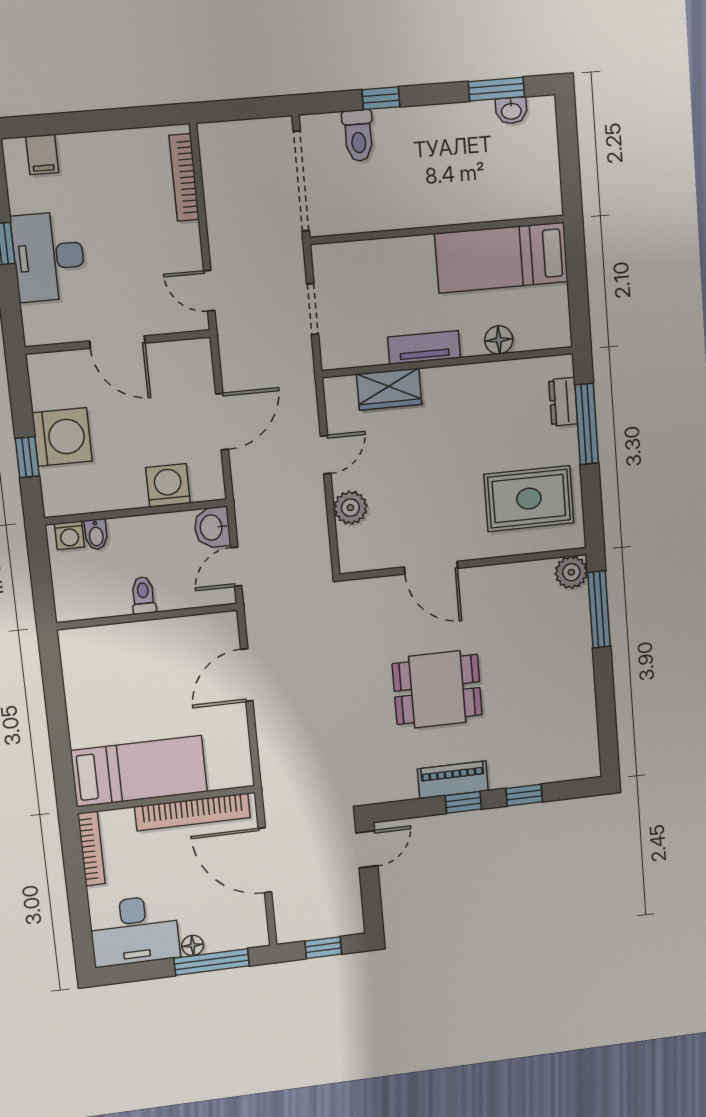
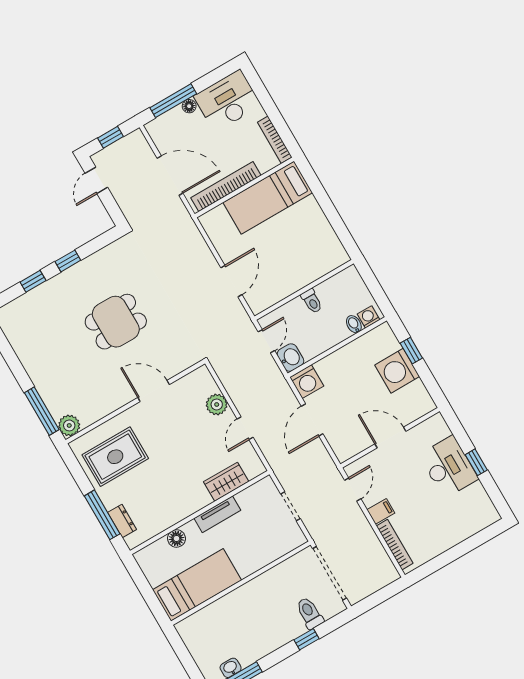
filing cabinet: (42, 155) -> (381, 511), moved, turned 90
door: (209, 291) -> (353, 489), hinge flipped
washing machine: (168, 485) -> (307, 382), moved
piano: (453, 780) -> (81, 272), removed
door: (367, 849) -> (96, 180), moved

